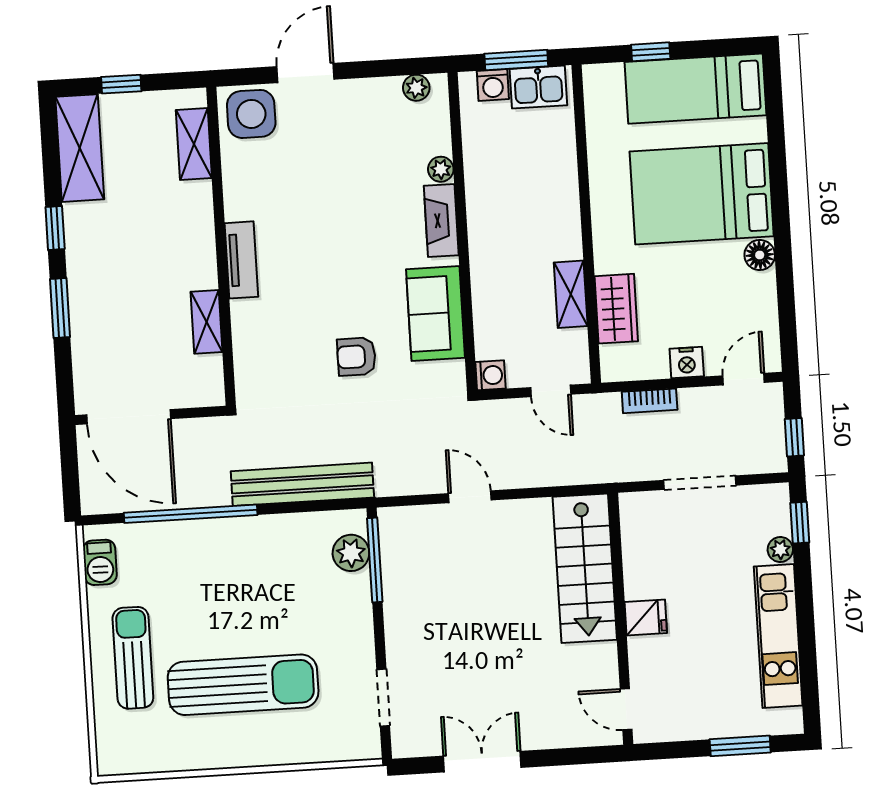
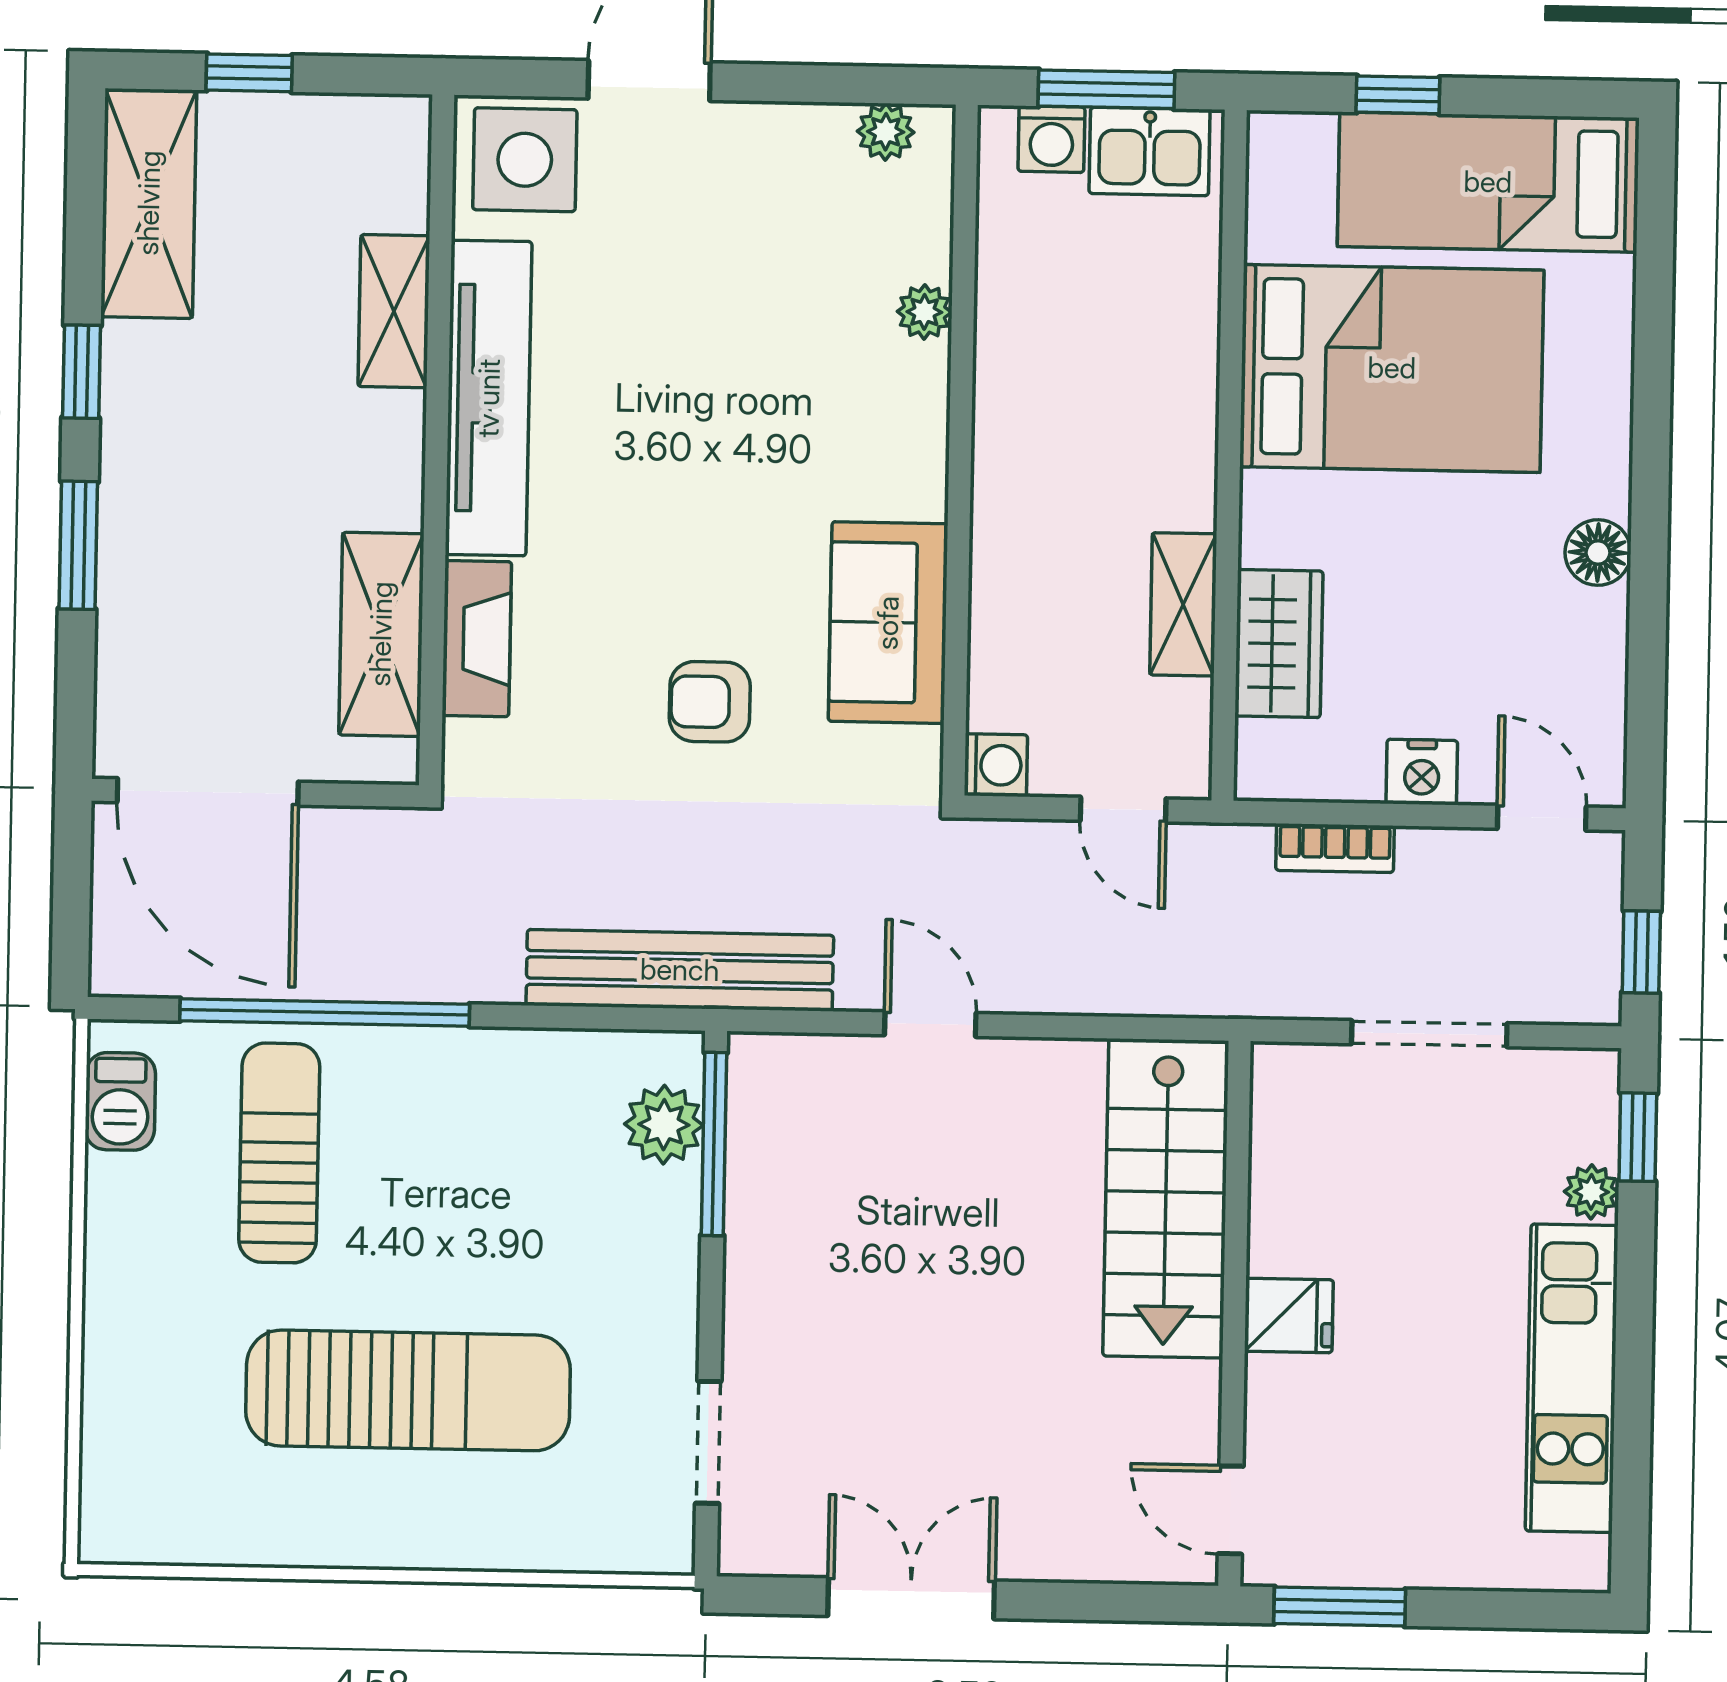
shelving: (194, 144) -> (394, 311), moved
bed: (702, 194) -> (1392, 368), moved, turned 180
fireplace: (441, 220) -> (477, 639), moved, turned 180
tv unit: (241, 260) -> (489, 398), width x1.92, depth x1.29
shelving: (207, 322) -> (381, 634), width x1.50, depth x1.33
door: (744, 379) -> (1542, 818), hinge flipped
bench: (302, 484) -> (680, 970), moved
sun lounger: (133, 658) -> (279, 1153), moved
window: (740, 746) -> (1340, 1606), moved

